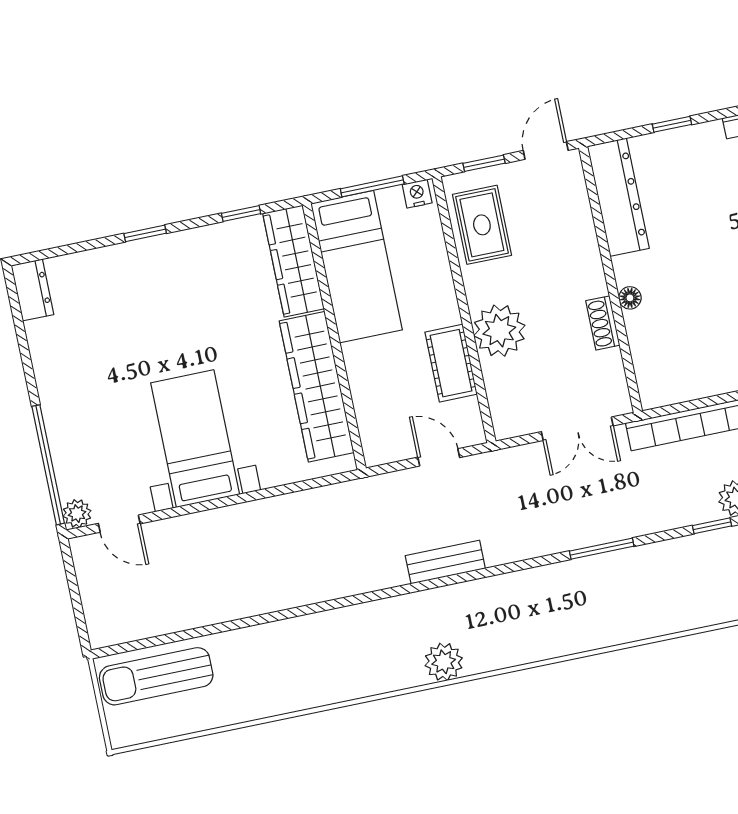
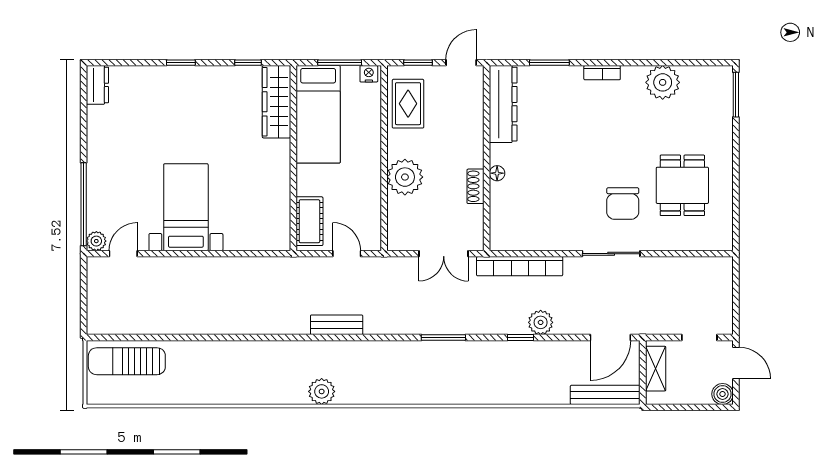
window: (672, 124) -> (549, 63), width x1.50
cot: (451, 363) -> (309, 221), moved
wardrobe: (317, 387) -> (275, 189), removed
door: (119, 524) -> (123, 254), swing flipped

